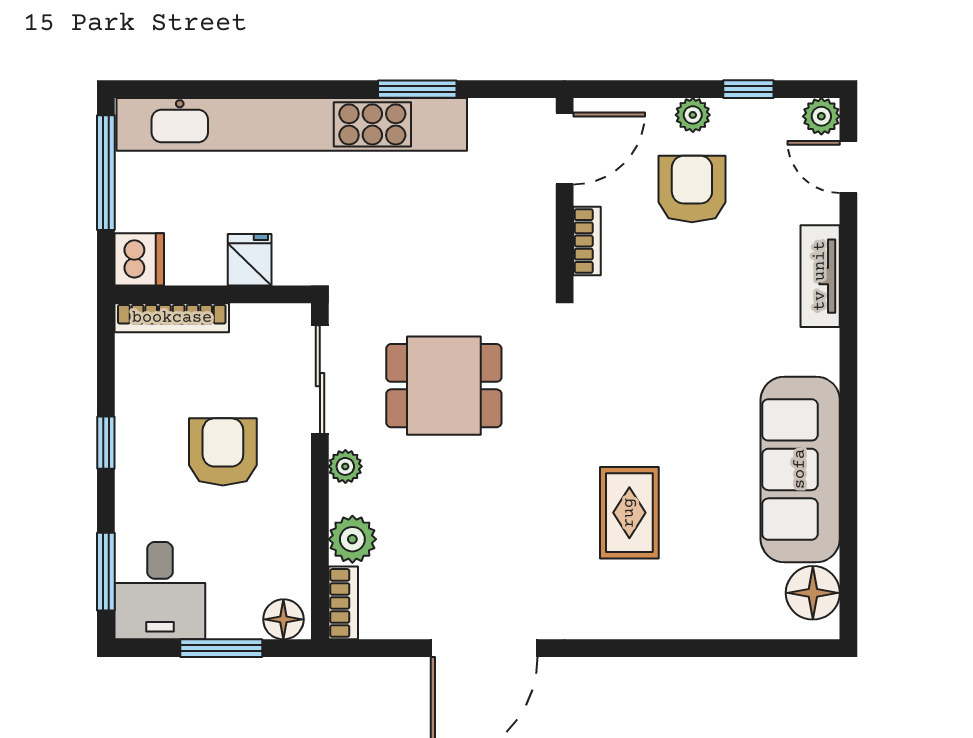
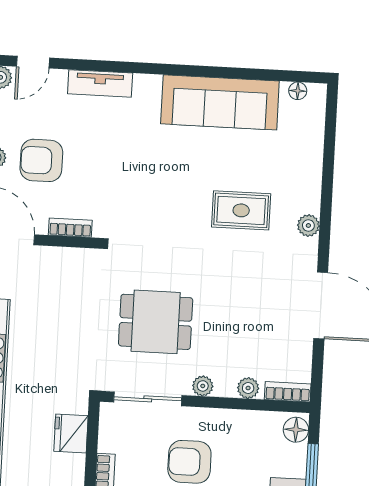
fridge: (250, 260) -> (71, 433), width x1.38
dining table: (444, 386) -> (156, 322), turned 90
plant: (352, 539) -> (248, 388), width x0.73, depth x0.73
floor lamp: (813, 593) -> (298, 91), width x0.53, depth x0.53
plant: (611, 622) -> (308, 225), added

